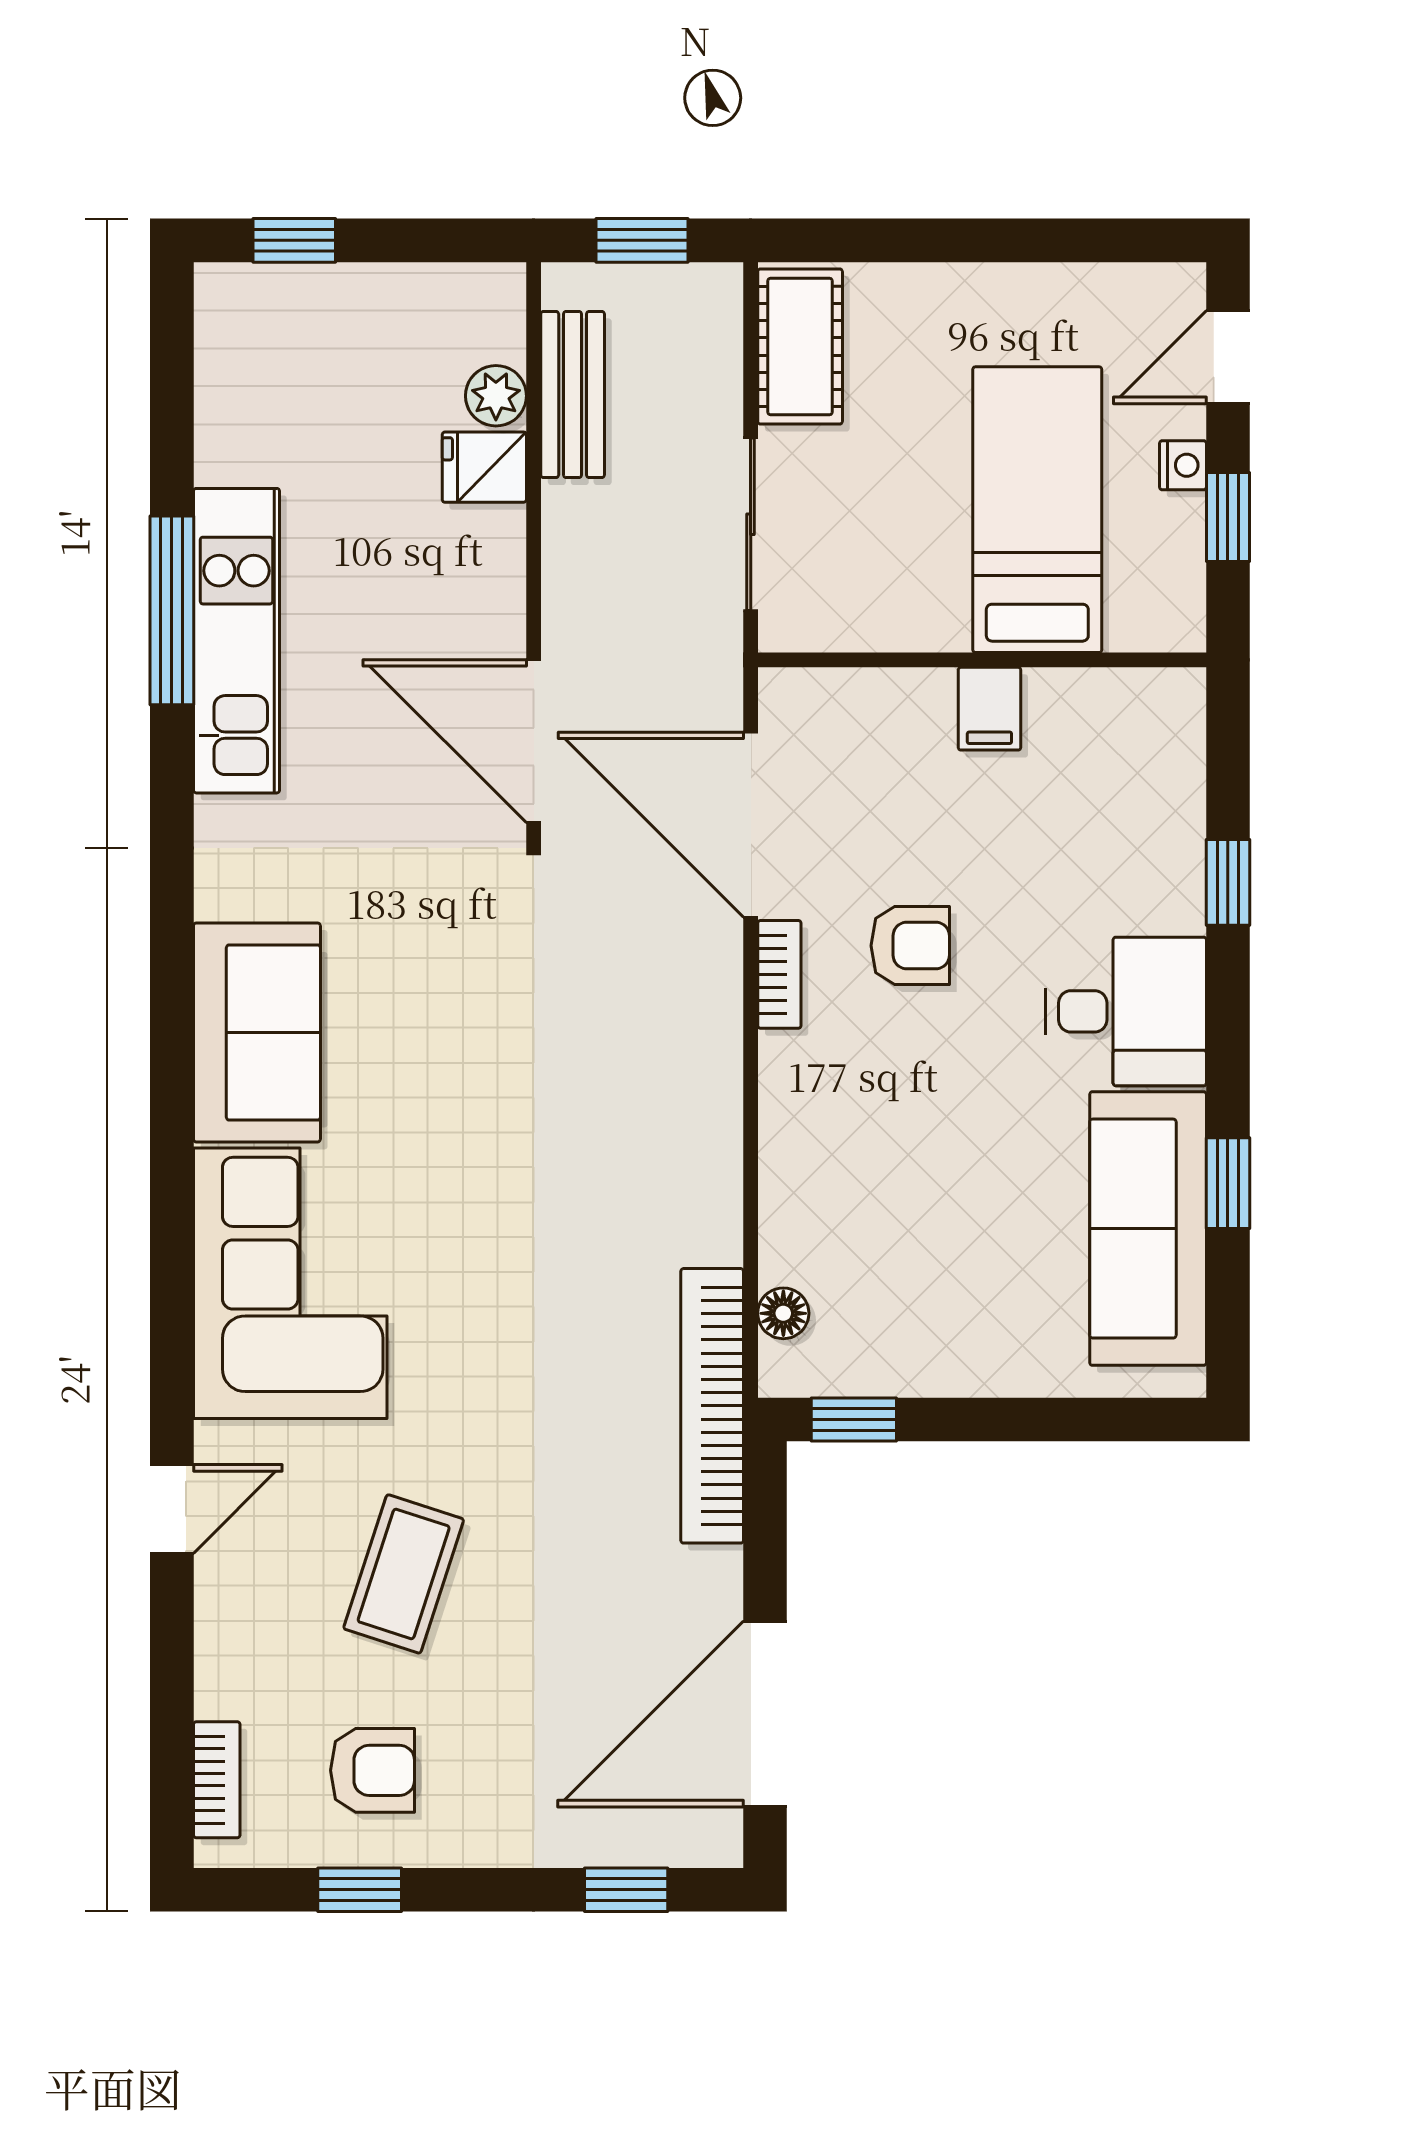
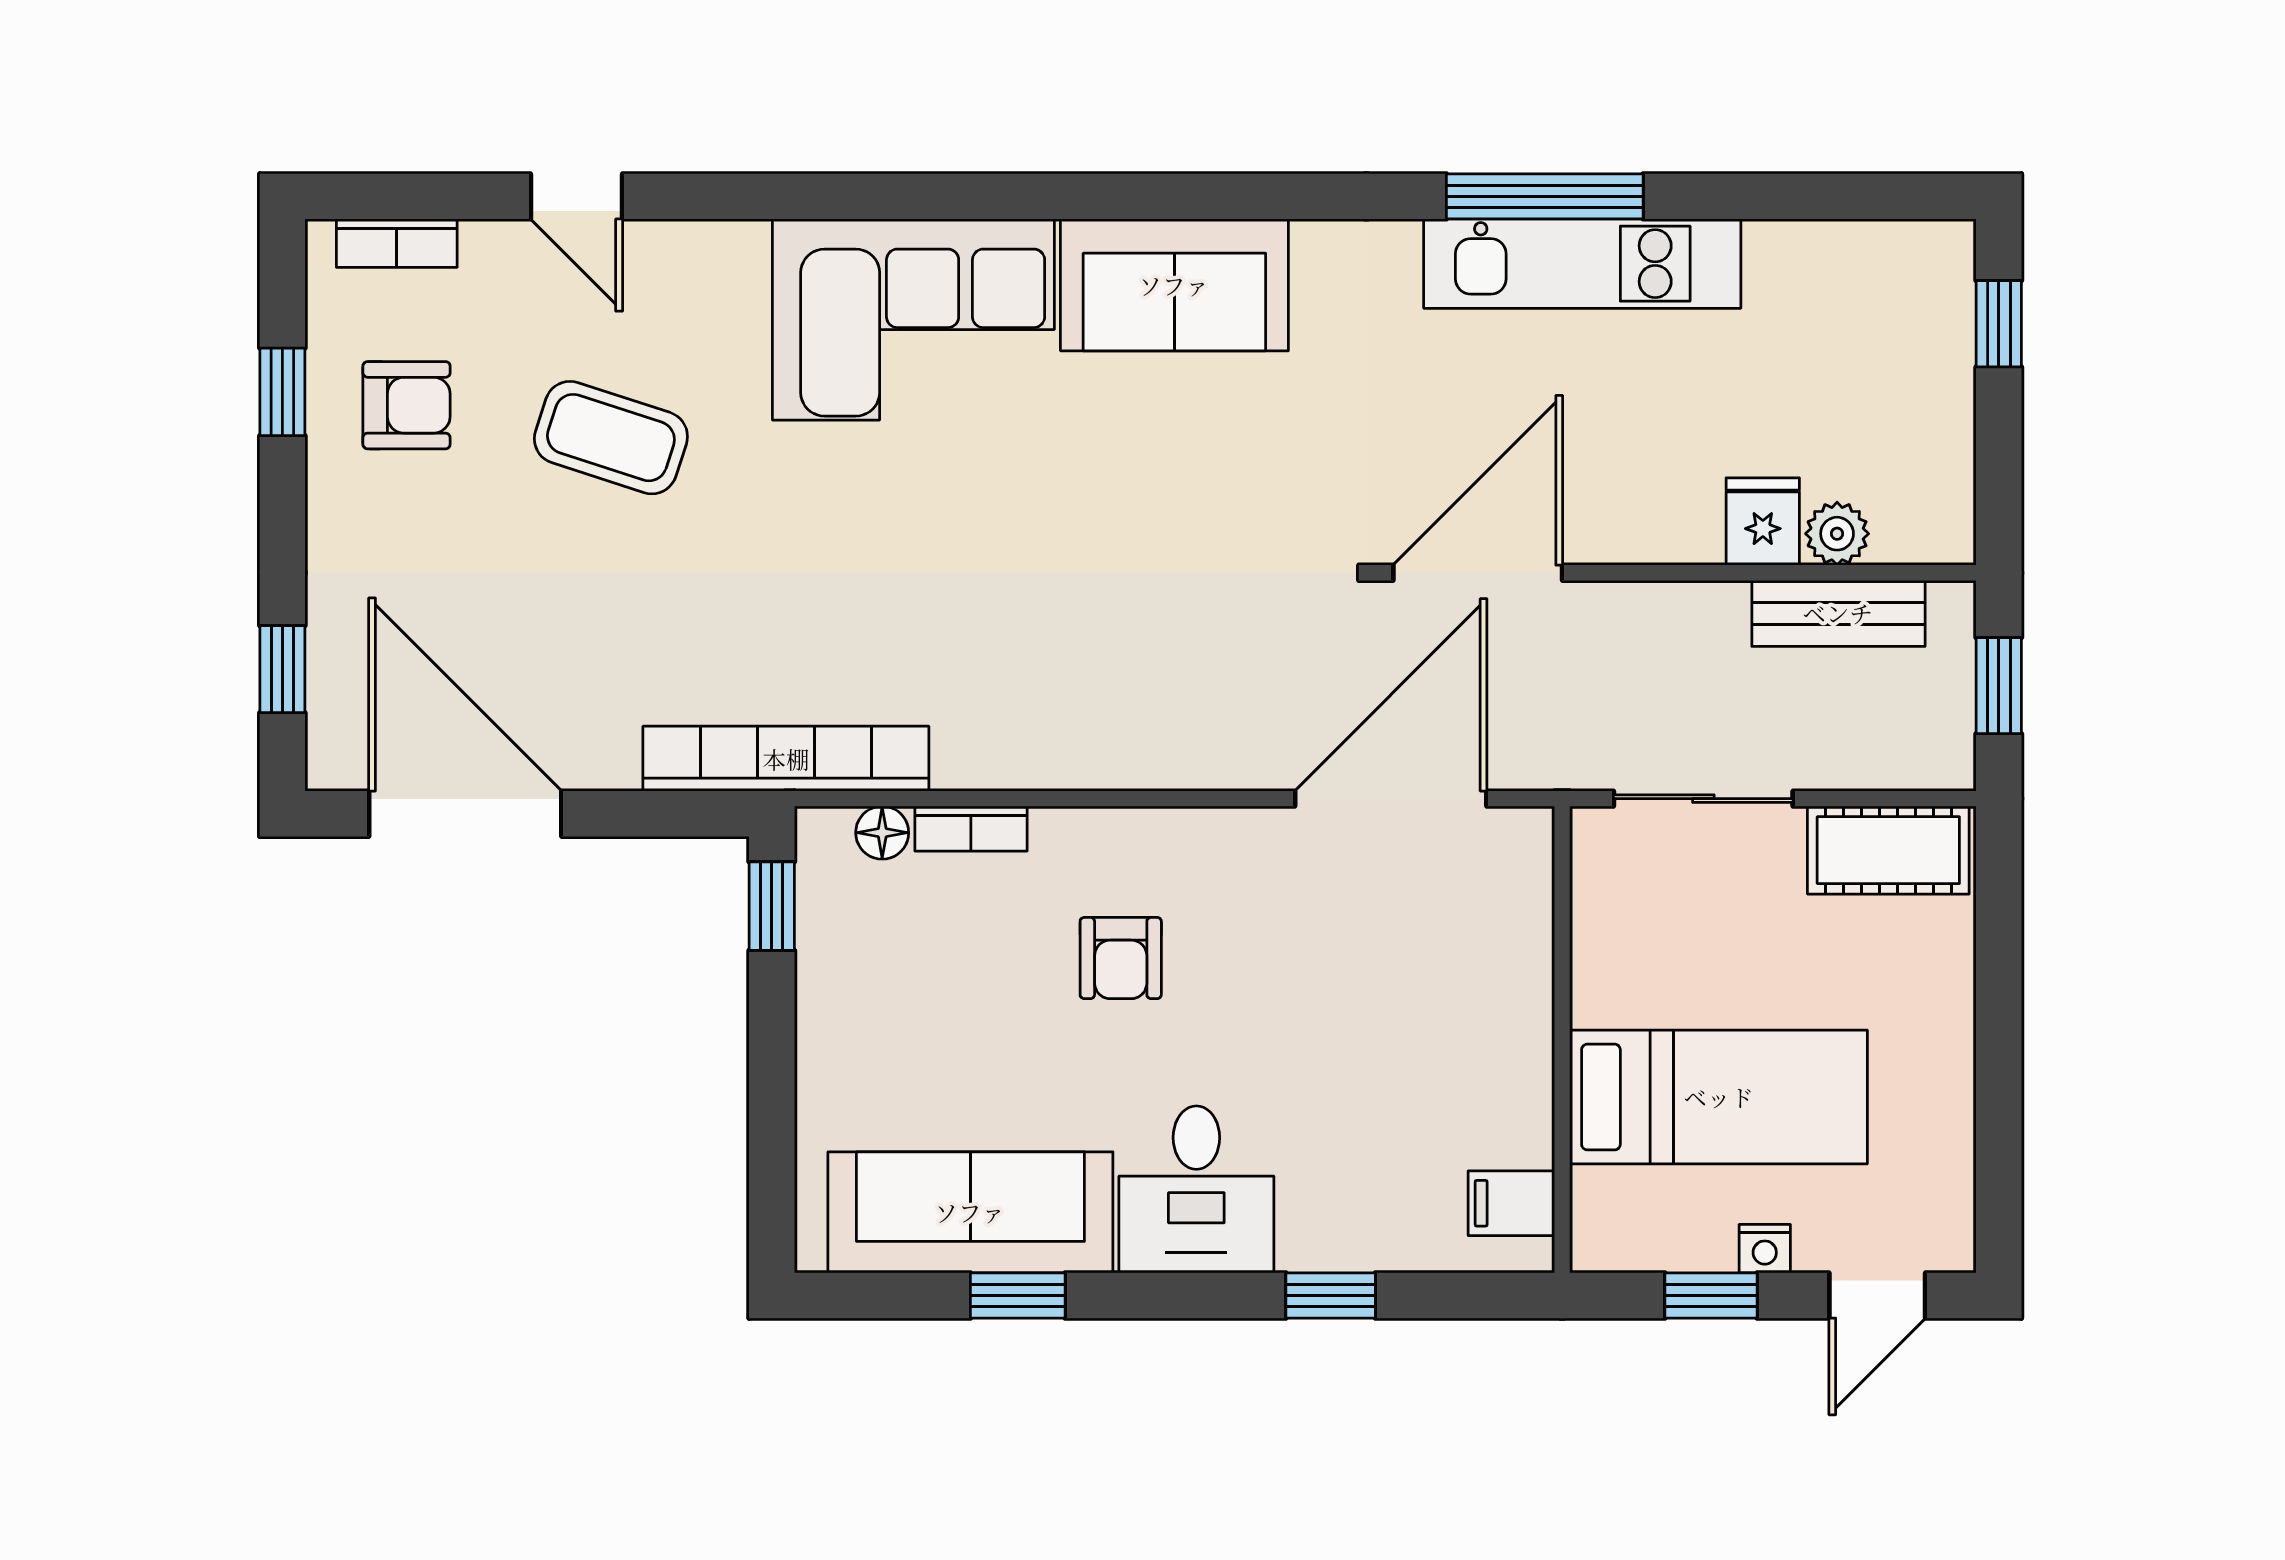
door: (1228, 357) -> (1877, 1295), swing flipped
window: (172, 610) -> (1545, 196), moved
filing cabinet: (989, 709) -> (1511, 1203), moved
armchair: (910, 946) -> (1121, 958), moved
bookcase: (779, 974) -> (971, 829), moved
door: (172, 1509) -> (576, 196), moved
armchair: (372, 1770) -> (407, 405), turned -90

